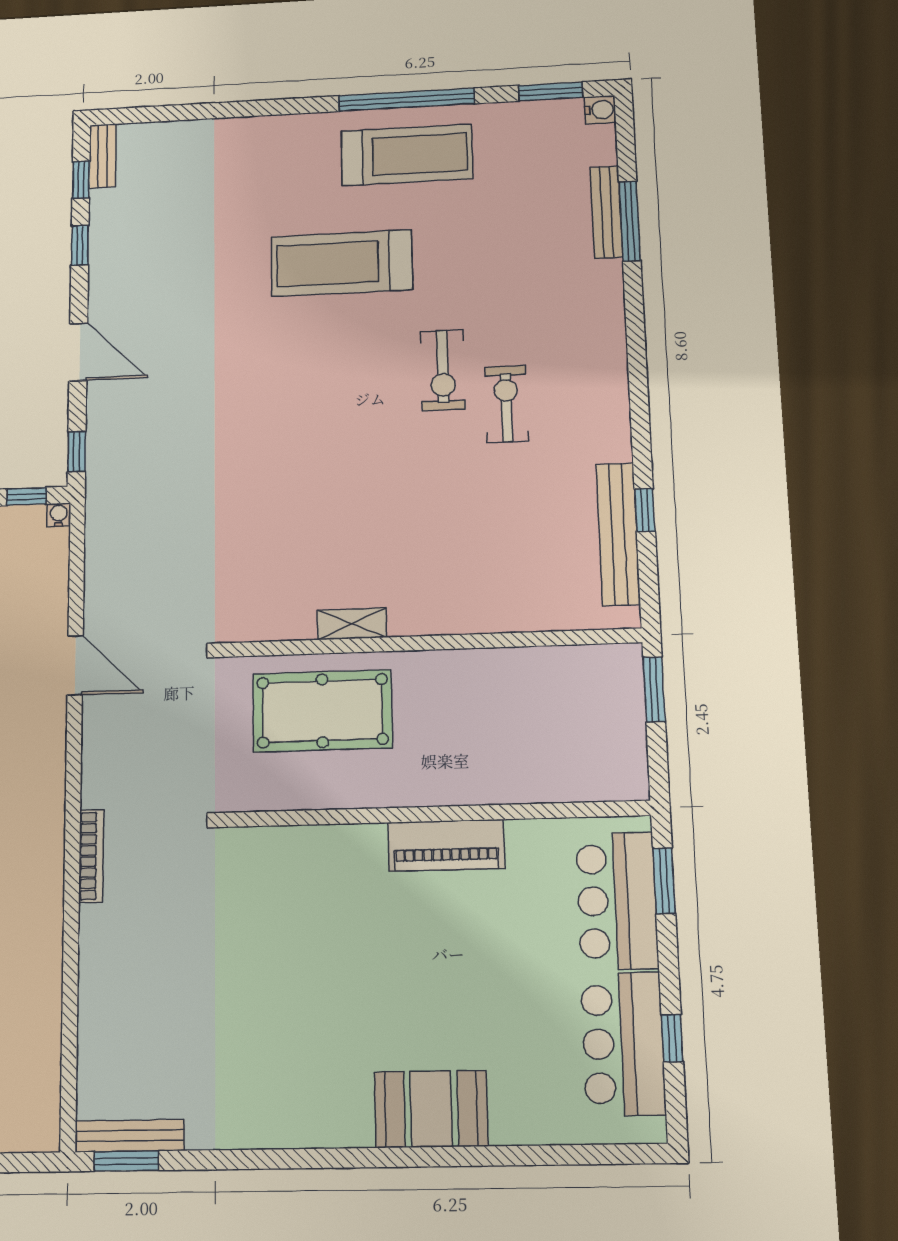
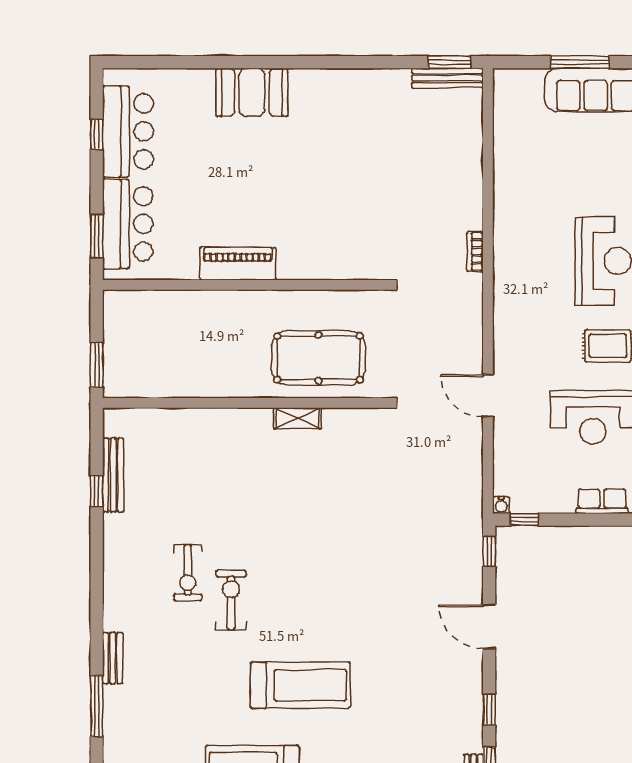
bench: (606, 212) -> (113, 658), moved, width x0.73
bench: (618, 534) -> (113, 475), width x0.73, depth x0.82
bookcase: (91, 856) -> (475, 251), width x0.64

